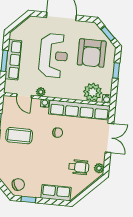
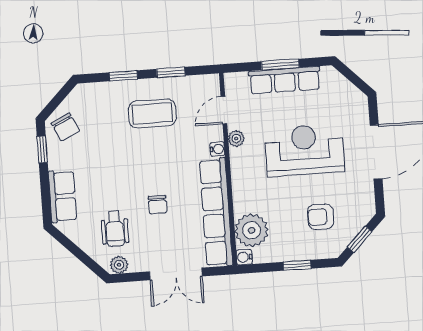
armchair: (92, 53) -> (321, 217), width x0.53, depth x0.53
reception desk: (54, 56) -> (304, 150), turned 180
chair: (58, 133) -> (157, 205), moved
coffee table: (19, 136) -> (152, 114), turned 90

